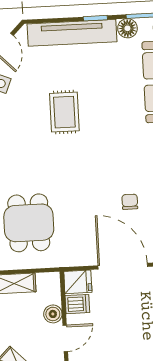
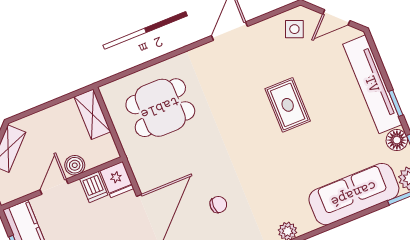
rug: (64, 112) -> (288, 105), turned 90
door: (65, 338) -> (54, 187), swing flipped

